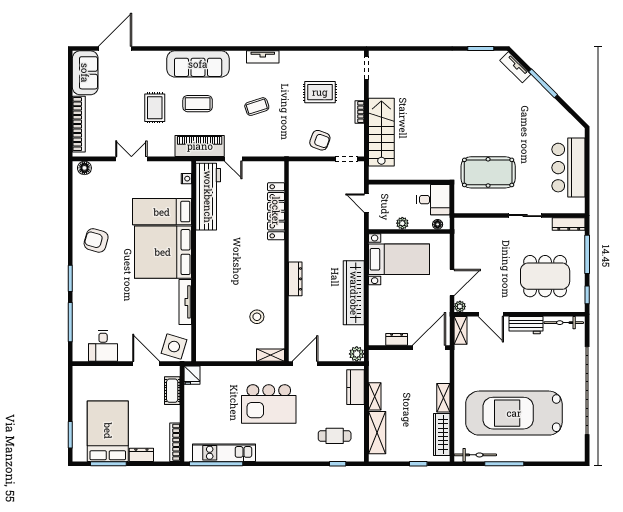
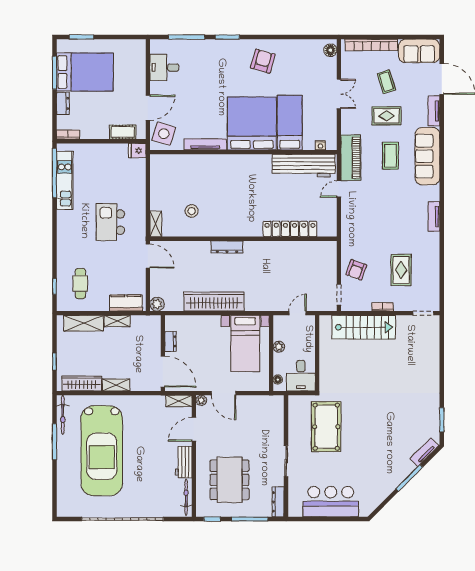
tv unit: (150, 57) -> (434, 111), added
coffee table: (257, 107) -> (386, 82), moved
kitchen island: (269, 404) -> (110, 222), width x0.73, depth x0.78
car: (514, 413) -> (102, 451), turned 180
bookcase: (175, 442) -> (68, 135), width x0.64

